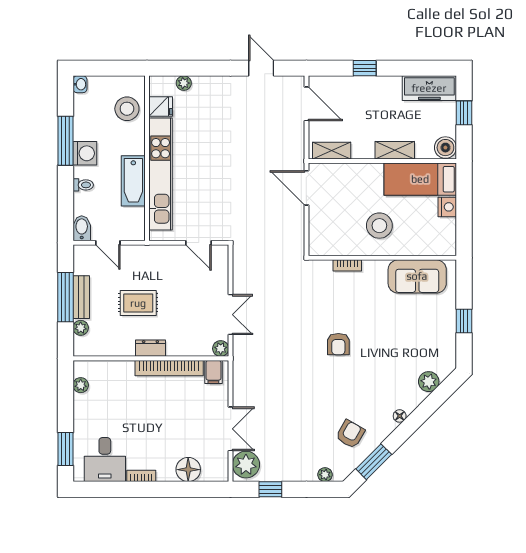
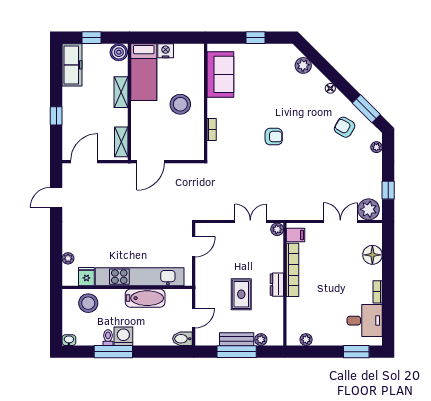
toilet: (83, 185) -> (108, 338), moved

